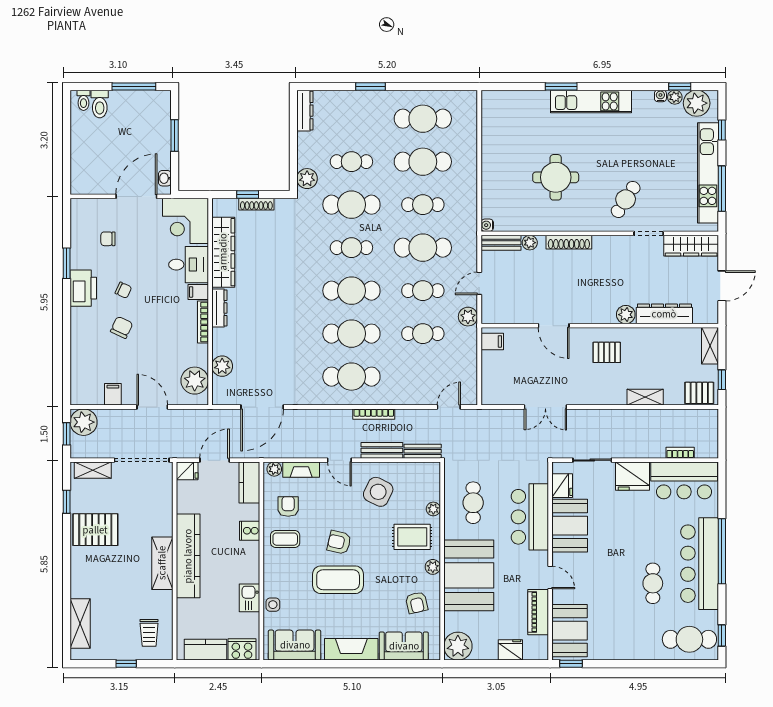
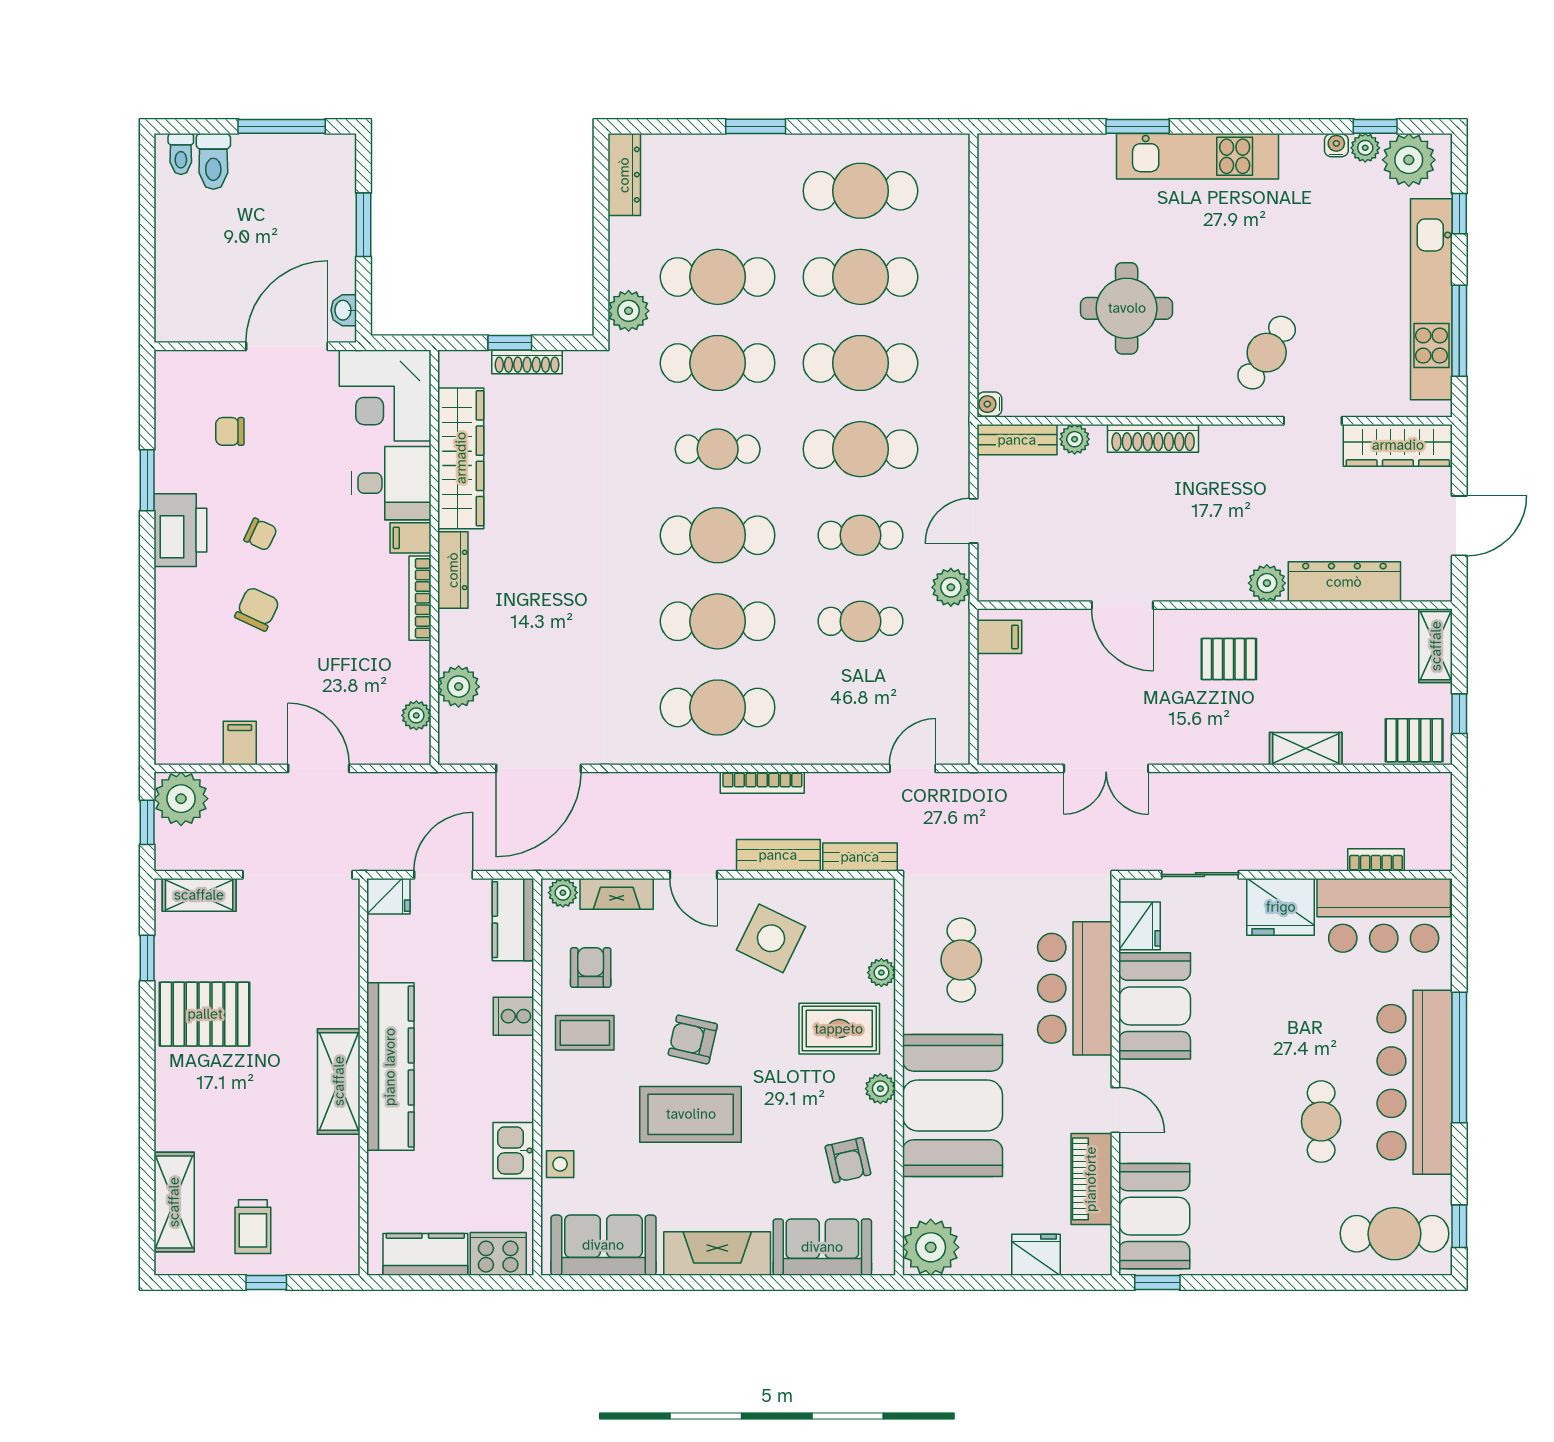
cafe table: (351, 162) -> (718, 277), width x1.37, depth x1.35
cafe table: (423, 205) -> (860, 363), width x1.37, depth x1.35
plant: (195, 381) -> (416, 715), width x0.53, depth x0.53
trolley: (149, 633) -> (253, 1227), moved

